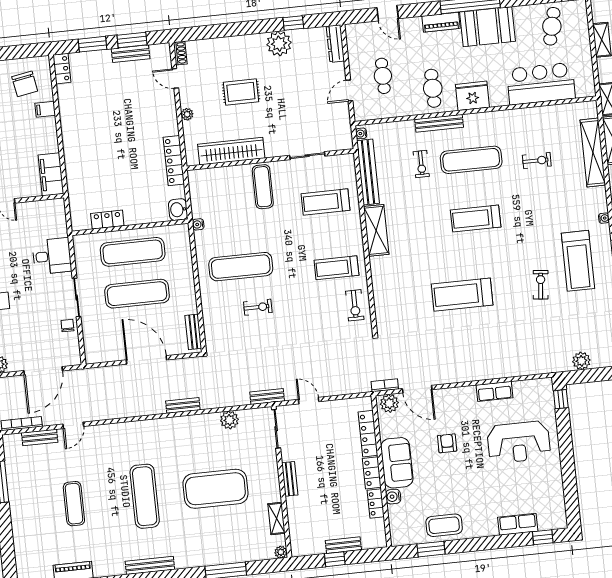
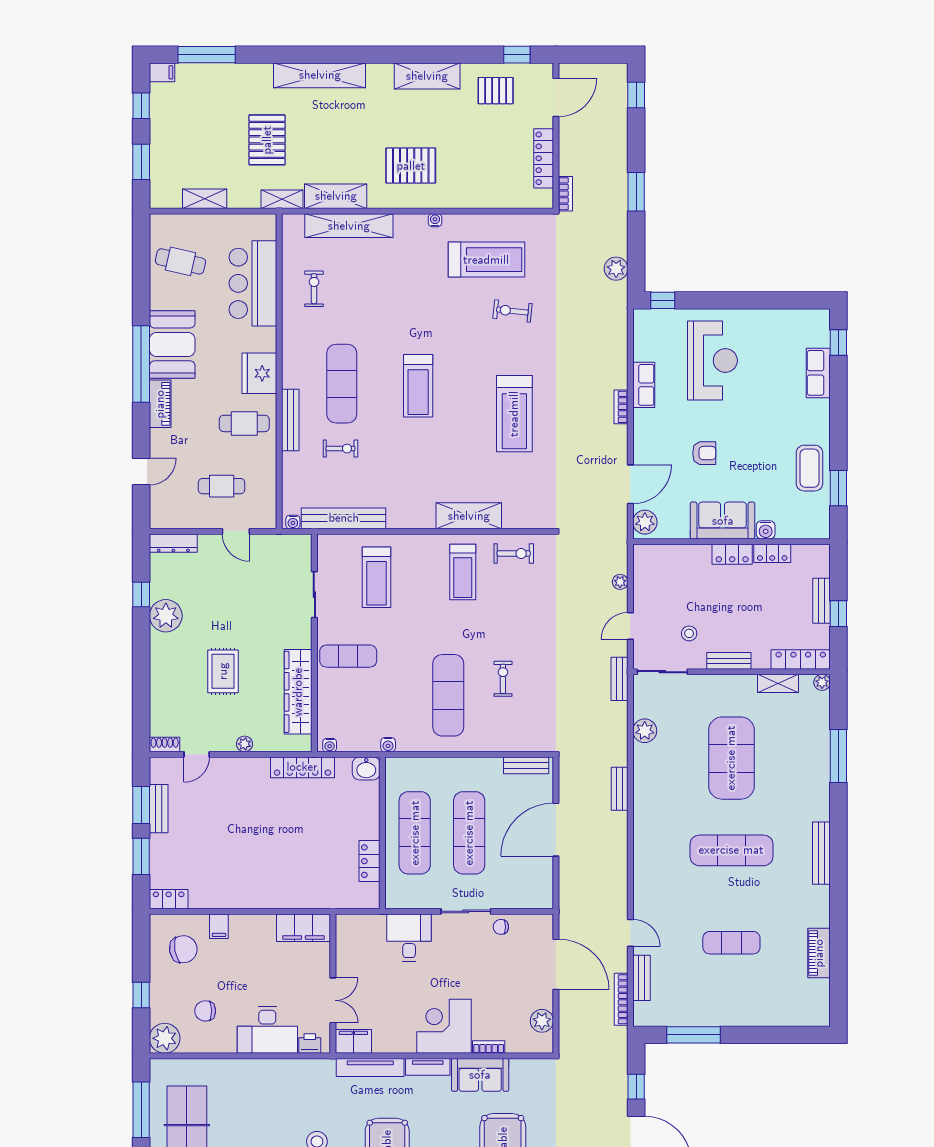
exercise bike: (537, 161) -> (314, 289), moved
water cooler: (193, 180) -> (330, 745), added
shelving: (376, 230) -> (469, 516), moved
bookcase: (385, 385) -> (621, 407), moved
plant: (342, 389) -> (620, 582), added
locker: (368, 434) -> (801, 659), moved, turned 180
armchair: (447, 443) -> (704, 453), turned 180
stool: (308, 446) -> (689, 633), added

